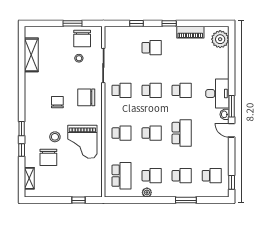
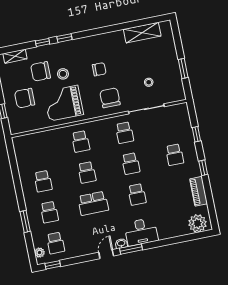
chair: (82, 39) -> (25, 98), moved
school desk: (122, 176) -> (37, 150), removed
plant: (147, 192) -> (39, 253), moved

